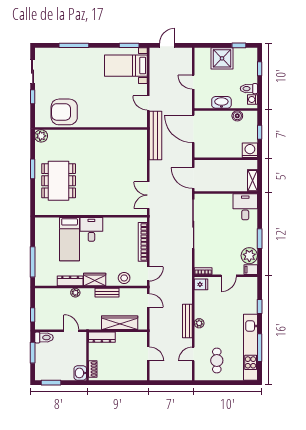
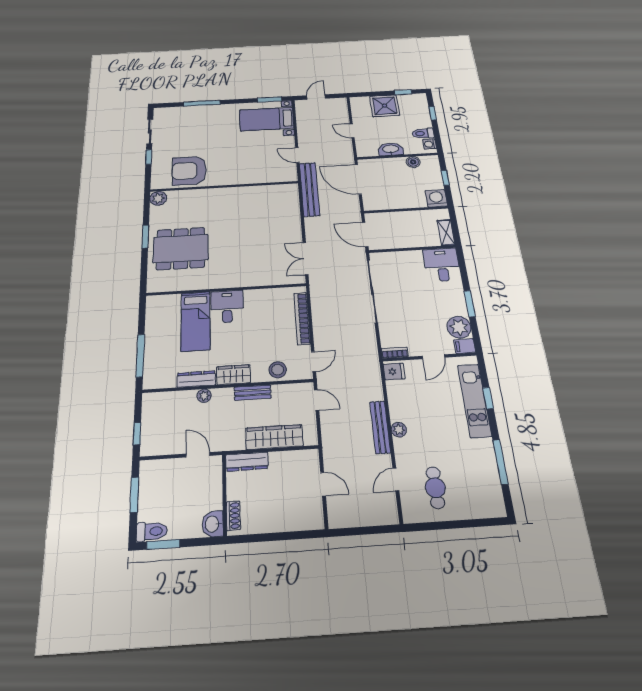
dining table: (59, 181) -> (181, 249), turned 90
toilet: (44, 338) -> (152, 531), moved
kitchen unit: (251, 347) -> (474, 400), moved, width x0.73

